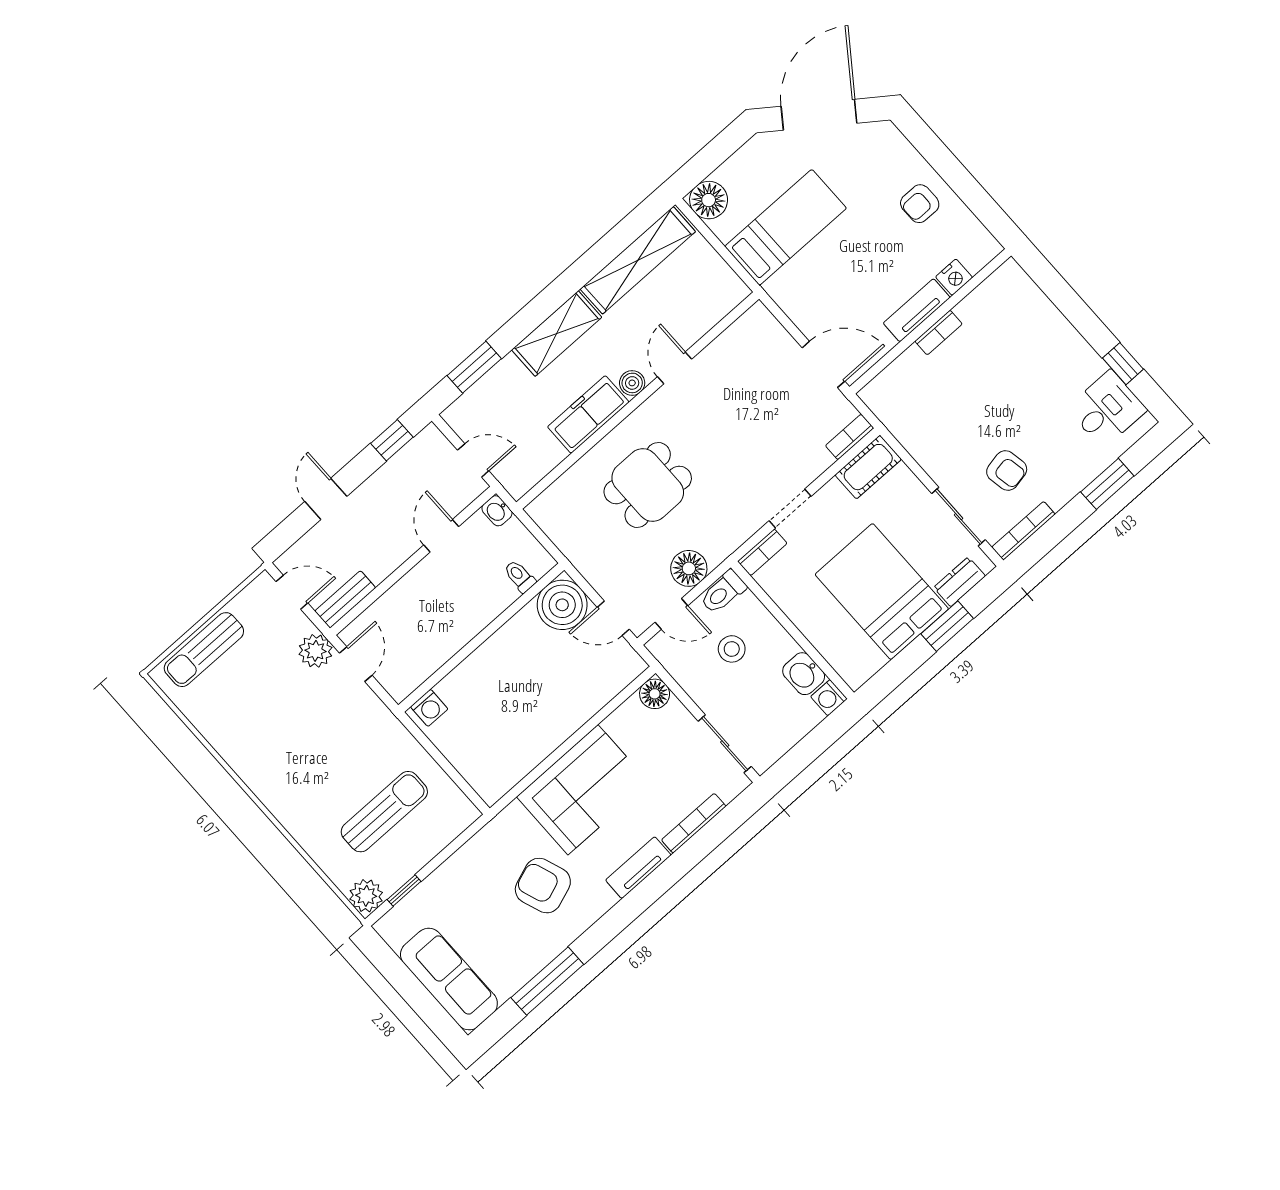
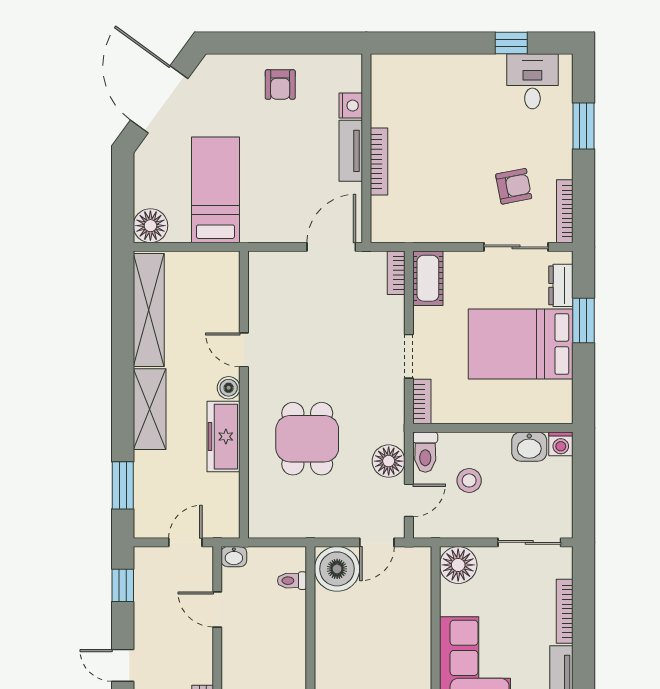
bookcase: (939, 333) -> (379, 161), width x1.56
floor lamp: (655, 694) -> (458, 565), width x1.38, depth x1.38

